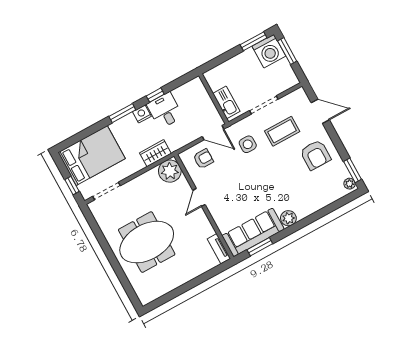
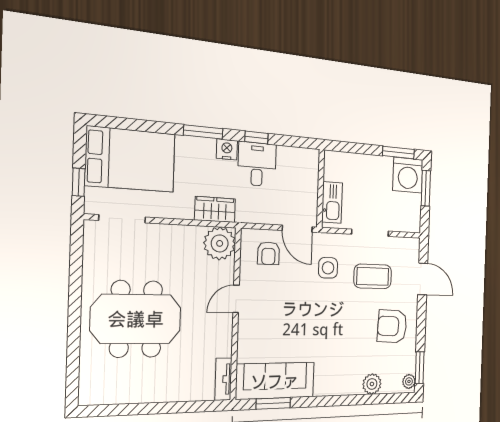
armchair: (315, 155) -> (392, 326), turned 93
armchair: (203, 159) -> (268, 253), turned 90
plant: (288, 218) -> (372, 384), moved

